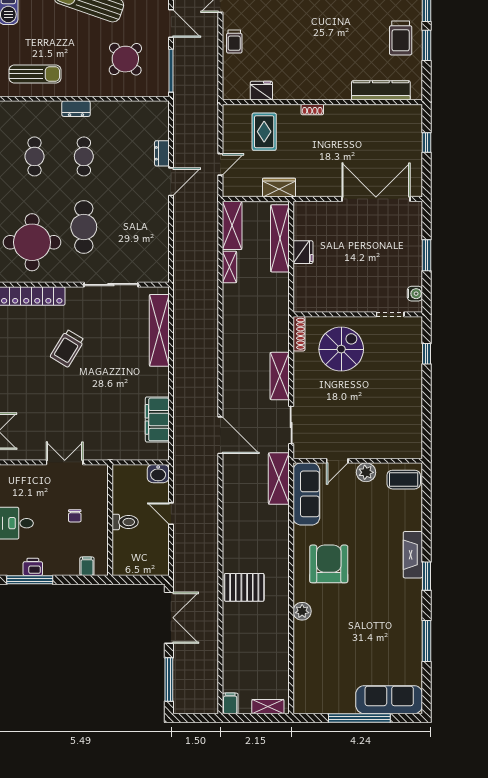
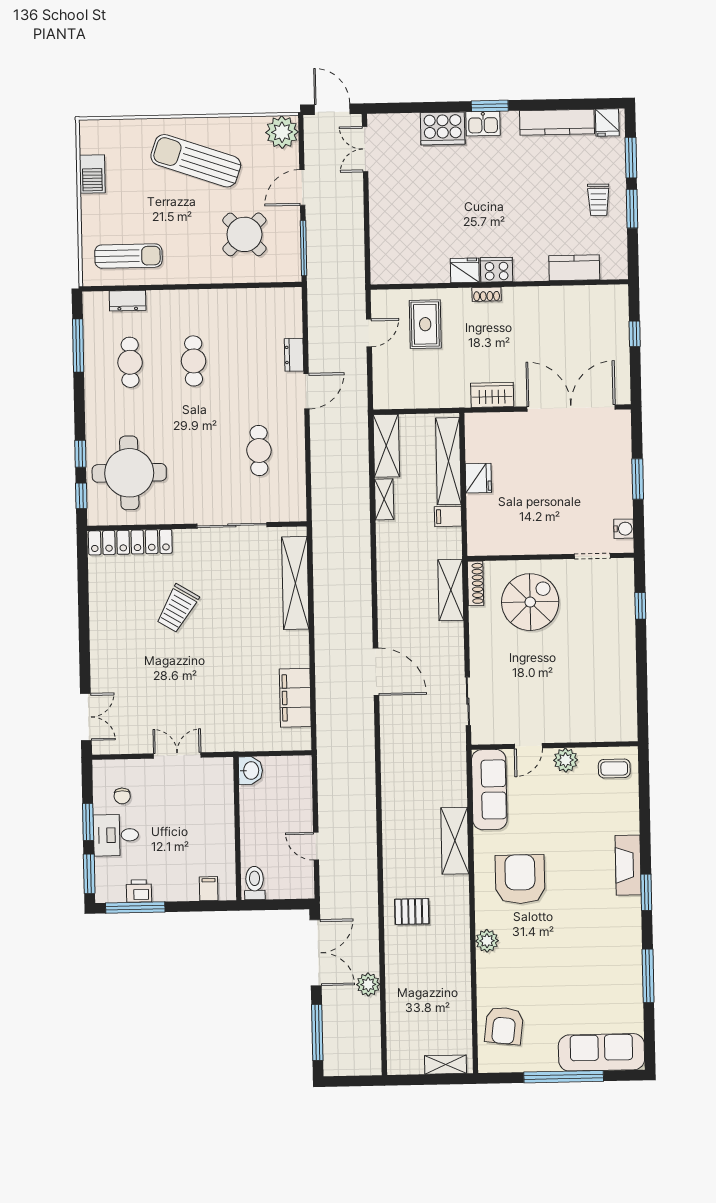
door: (171, 24) -> (302, 187), swing flipped
trolley: (401, 38) -> (598, 200), width x0.73, depth x0.72
trolley: (234, 42) -> (384, 209), removed
kitchen counter: (381, 90) -> (574, 268), width x0.67
fridge: (261, 91) -> (465, 270), moved
cooker: (320, 91) -> (497, 270), added
dresser: (76, 109) -> (128, 301), moved
door: (220, 164) -> (369, 333), moved
wardrobe: (279, 188) -> (492, 395), moved
cafe table: (84, 227) -> (259, 450), moved, width x0.73, depth x0.74
shelving: (280, 376) -> (451, 590), moved
door: (220, 435) -> (376, 672), moved
washbasin: (158, 474) -> (250, 771), moved, turned -90
shelving: (279, 479) -> (455, 841), moved
coffee table: (404, 480) -> (614, 768), width x0.73, depth x0.77
door: (171, 514) -> (316, 846), moved
chair: (75, 516) -> (122, 796), moved
toilet: (125, 522) -> (255, 883), moved, turned -90
pallet: (244, 587) -> (412, 912), width x0.67, depth x0.71
plant: (209, 643) -> (368, 984), added
armchair: (314, 677) -> (504, 1026), added
filing cabinet: (230, 703) -> (448, 516), moved, turned -90

